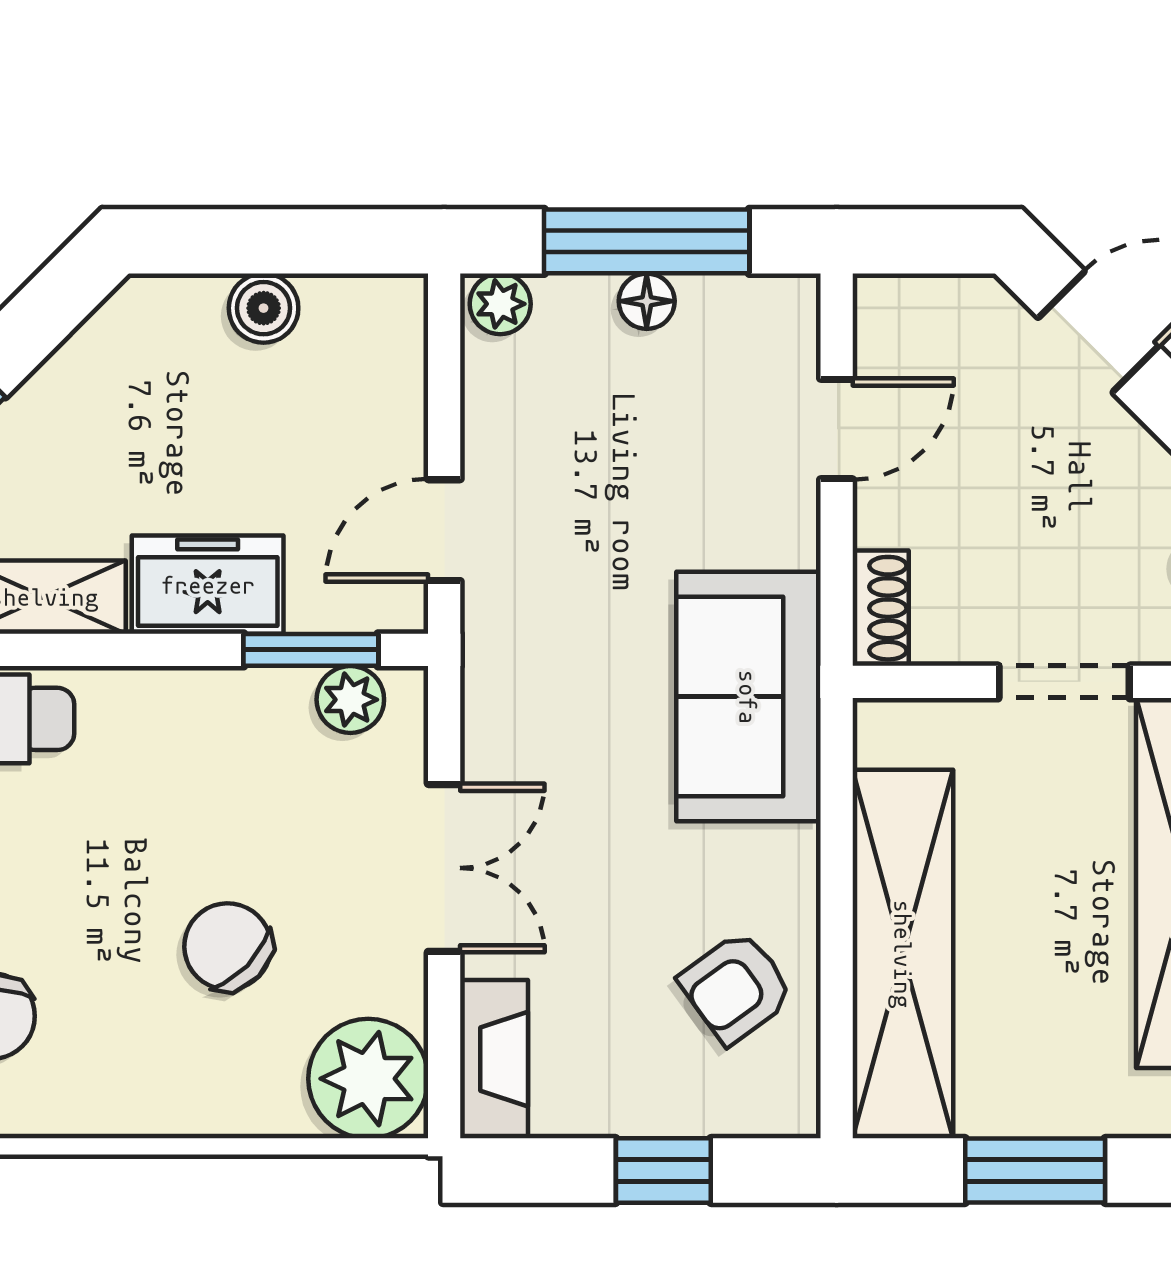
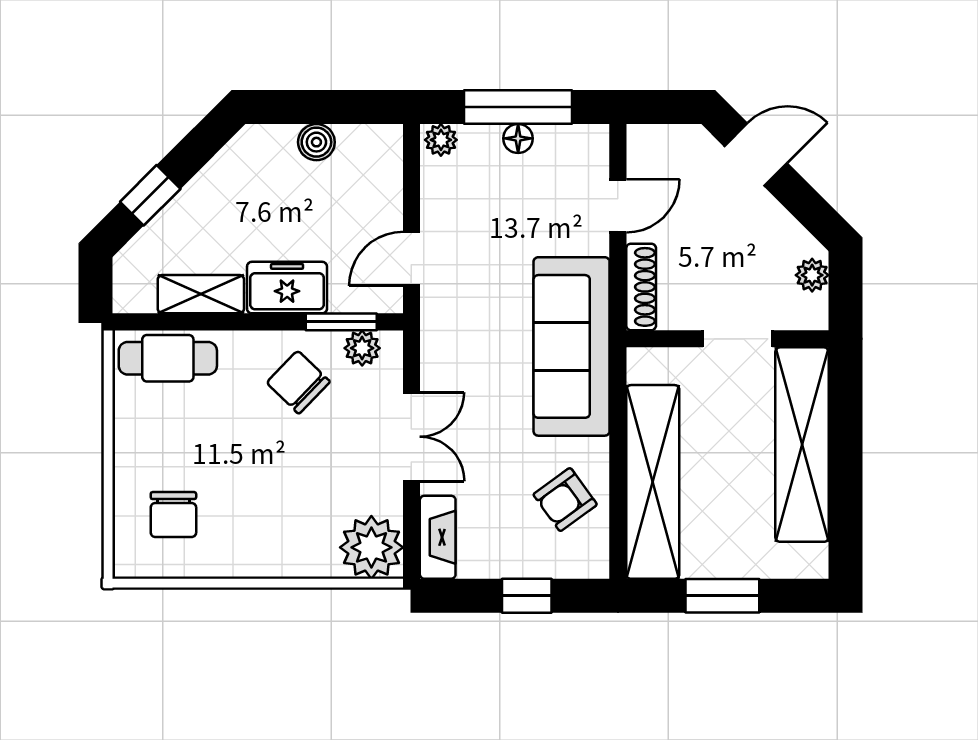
shoe rack: (881, 608) -> (641, 287), width x1.43
sofa: (748, 697) -> (572, 346), width x1.36
chair: (228, 946) -> (298, 382), moved

